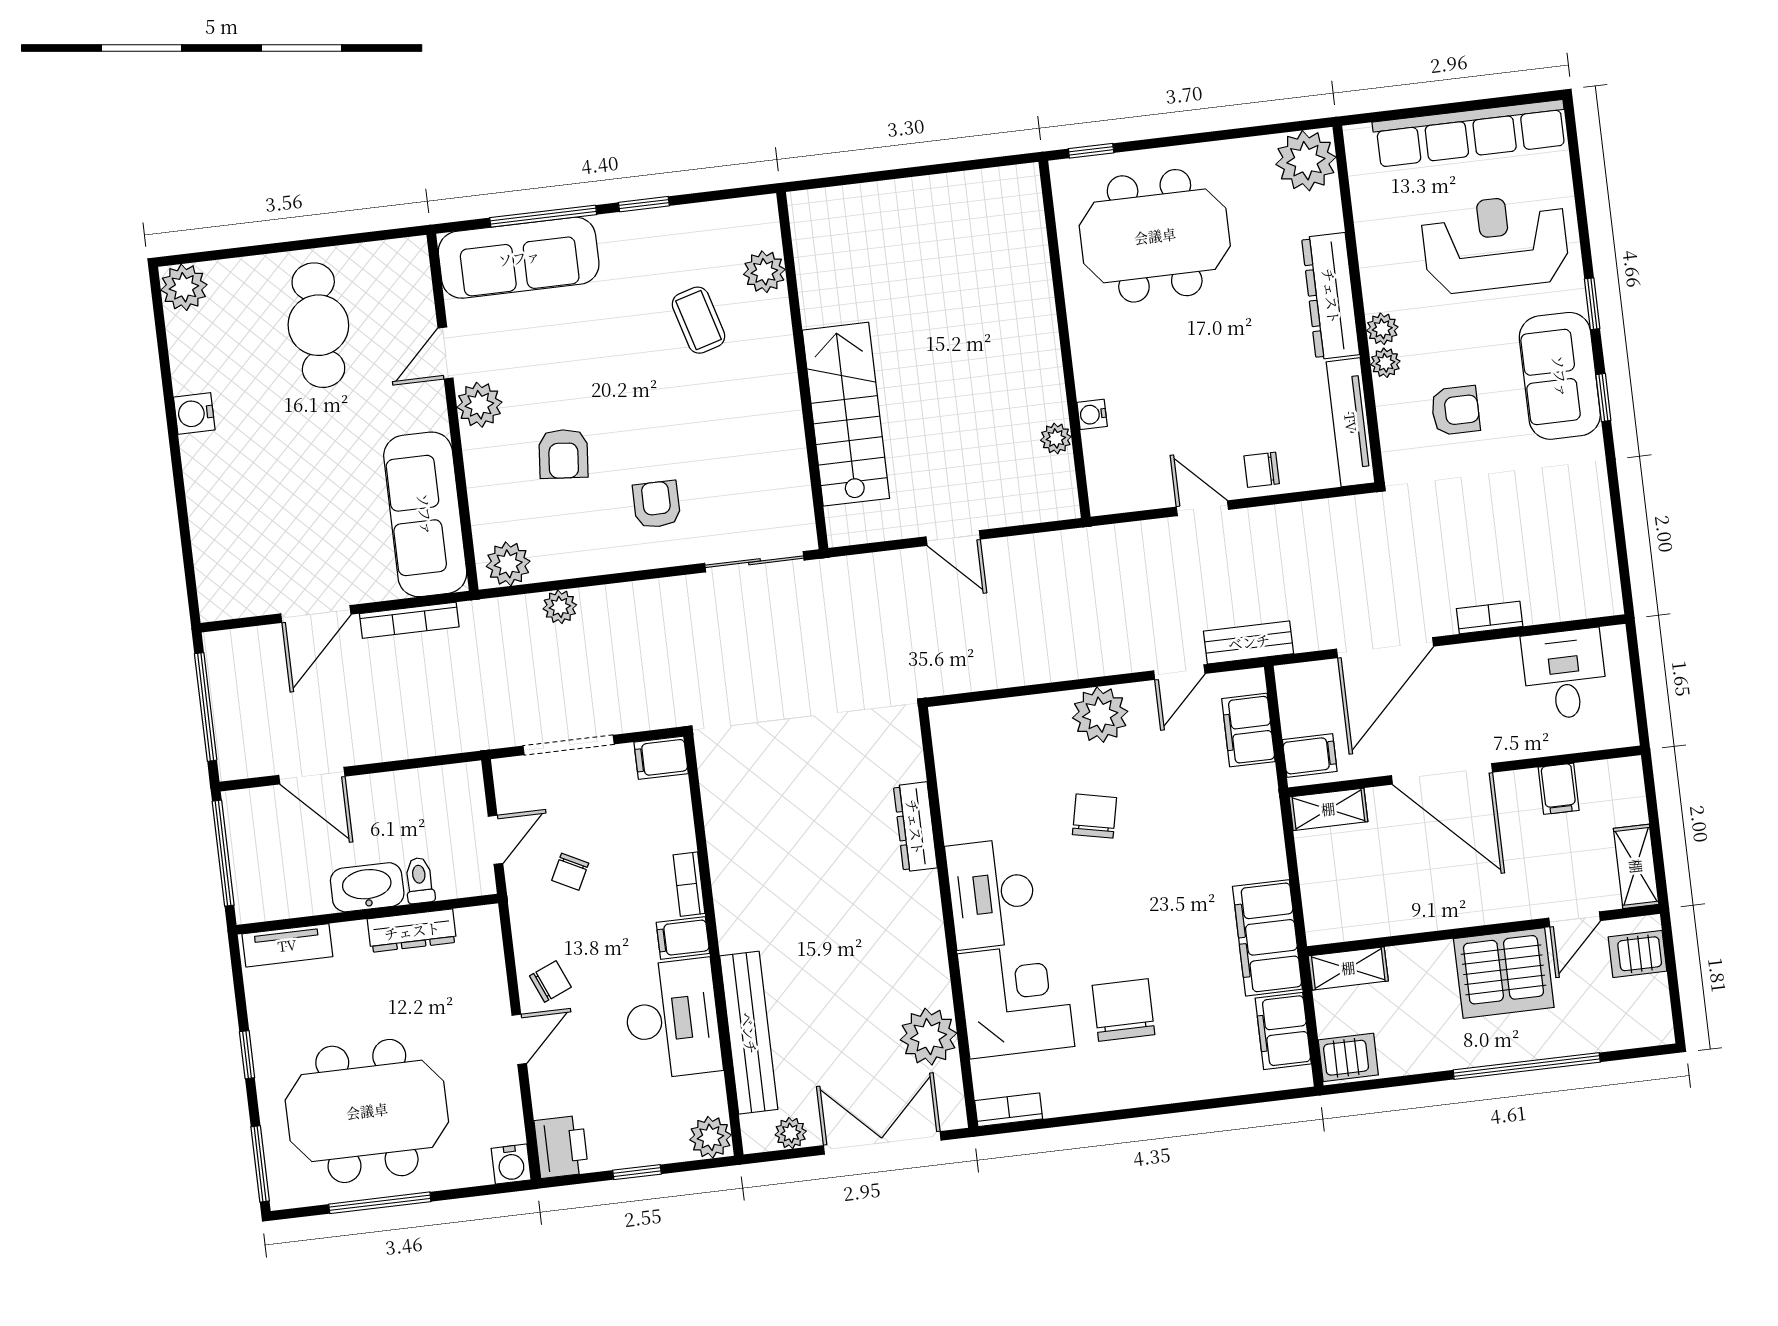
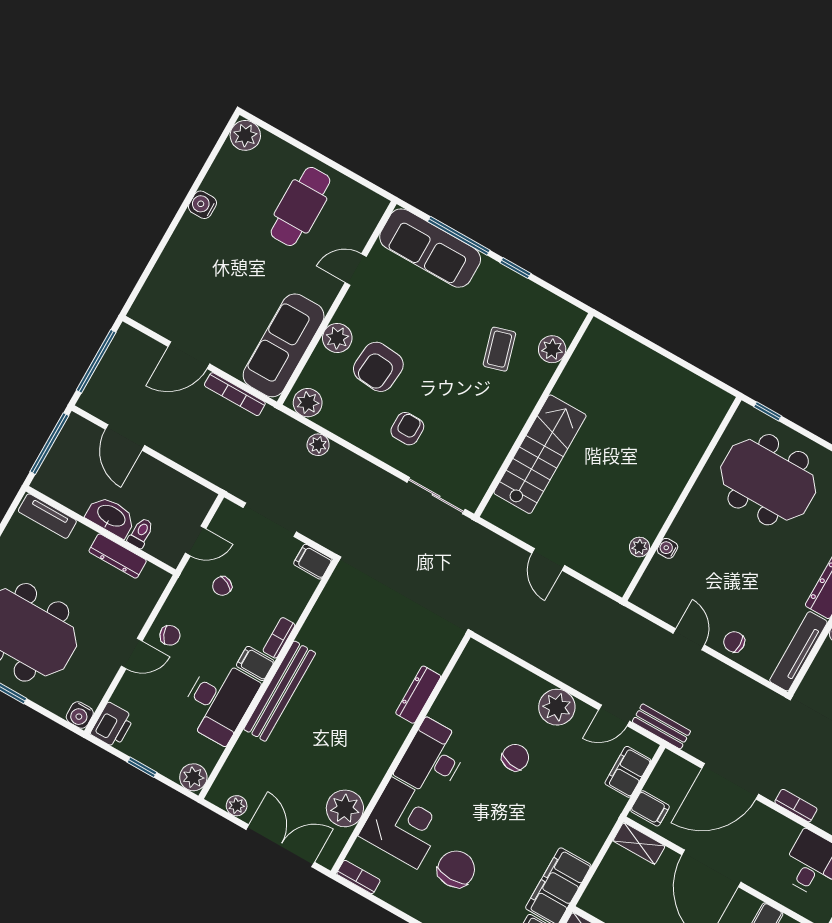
plant: (479, 405) -> (337, 338), moved
armchair: (563, 454) -> (378, 367), width x1.38, depth x1.38
bench: (749, 1033) -> (280, 691), moved

